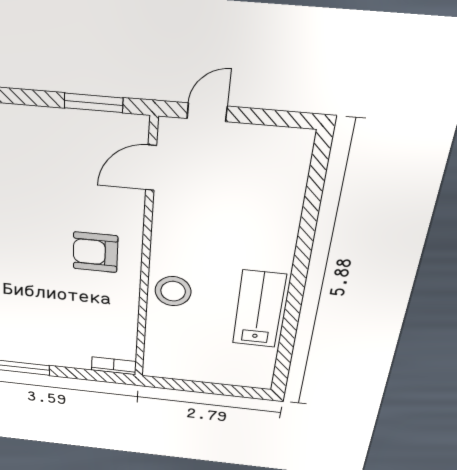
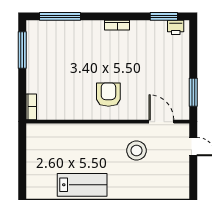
stool: (173, 291) -> (136, 150), moved

